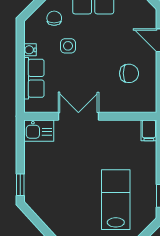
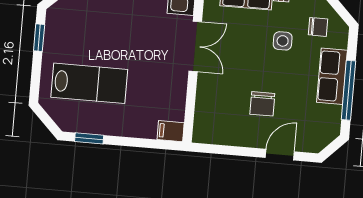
chair: (129, 73) -> (262, 104), moved

